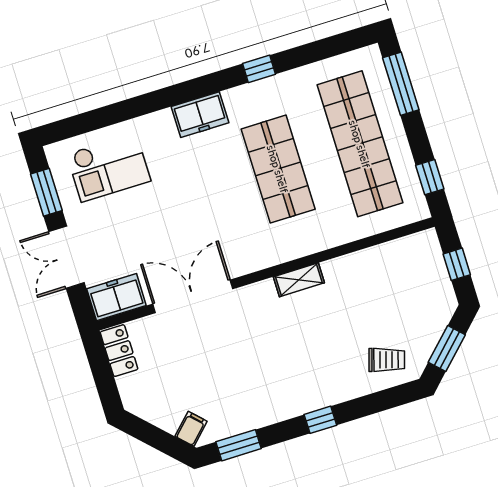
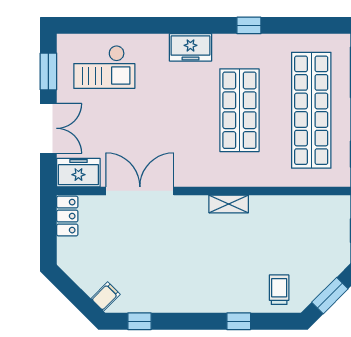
double door: (67, 257) -> (48, 128), swing flipped
trolley: (387, 360) -> (279, 290), turned -107
window: (320, 420) -> (239, 321), moved
window: (239, 445) -> (139, 321), width x0.67

